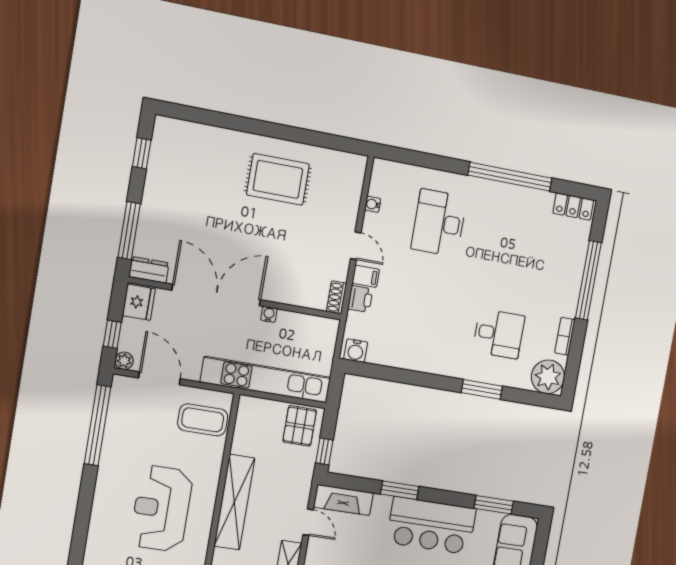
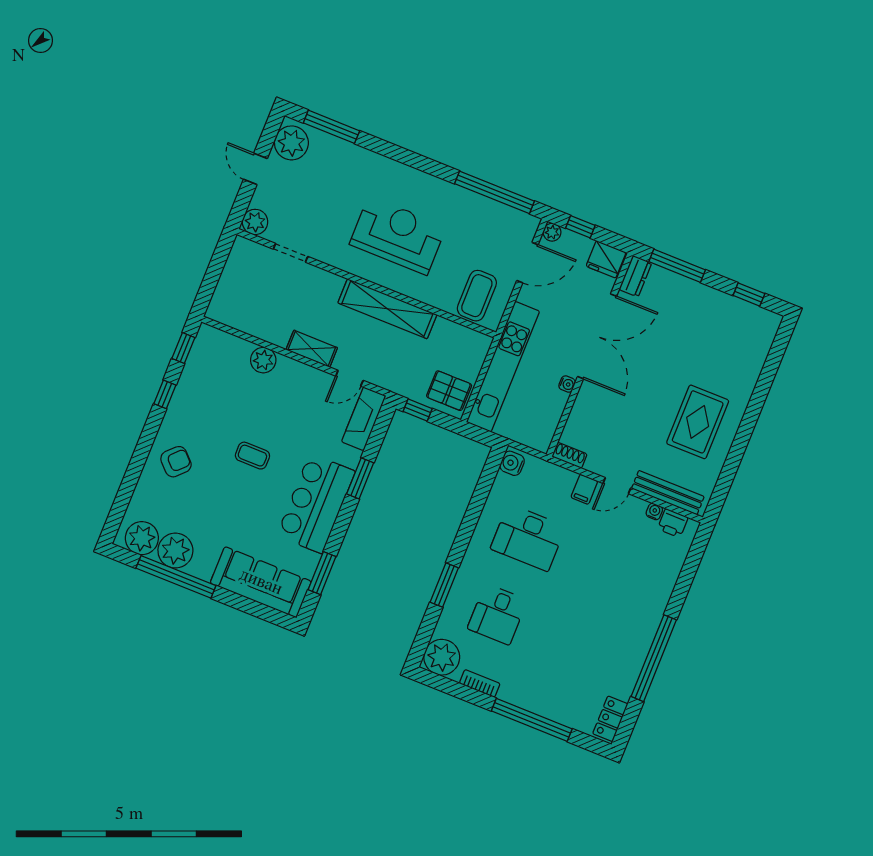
bench: (352, 195) -> (668, 493), added
desk: (439, 223) -> (528, 538), moved, turned 180
printer: (360, 299) -> (673, 523), moved

